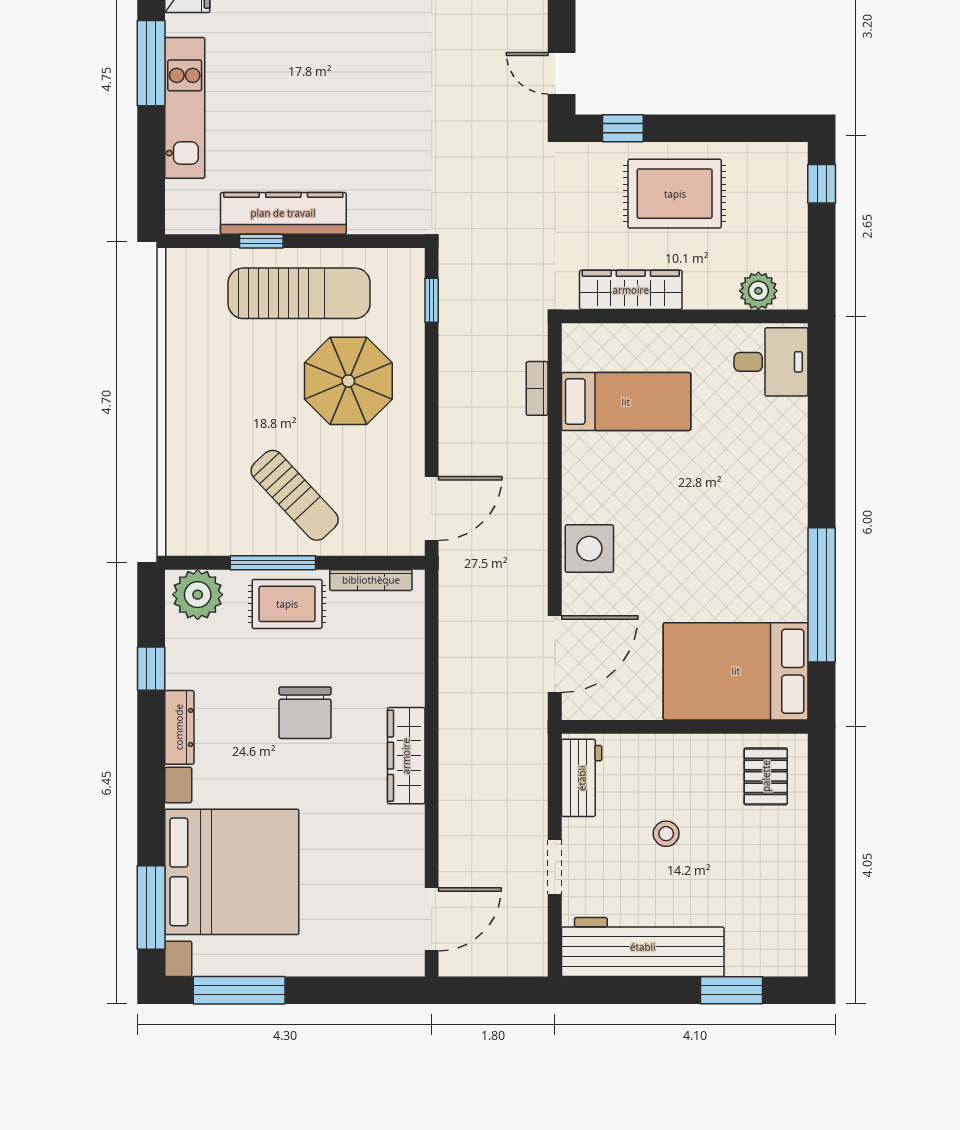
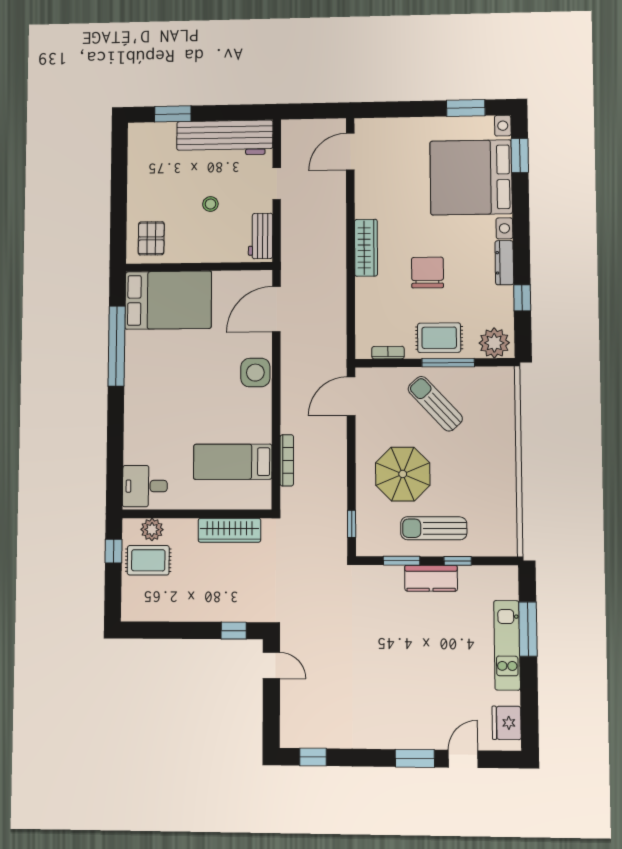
window: (151, 63) -> (528, 629), moved
window: (822, 184) -> (113, 551), moved
rug: (675, 194) -> (148, 560), moved, width x0.73, depth x0.70
kitchen counter: (283, 213) -> (431, 578), width x0.67
window: (351, 241) -> (402, 561), added
sun lounger: (299, 293) -> (434, 528), width x0.73, depth x0.75
bookcase: (537, 388) -> (287, 460), width x1.56
bookcase: (371, 580) -> (388, 353), width x0.64
window: (151, 908) -> (520, 155), width x0.69
window: (239, 990) -> (466, 108), width x0.69

